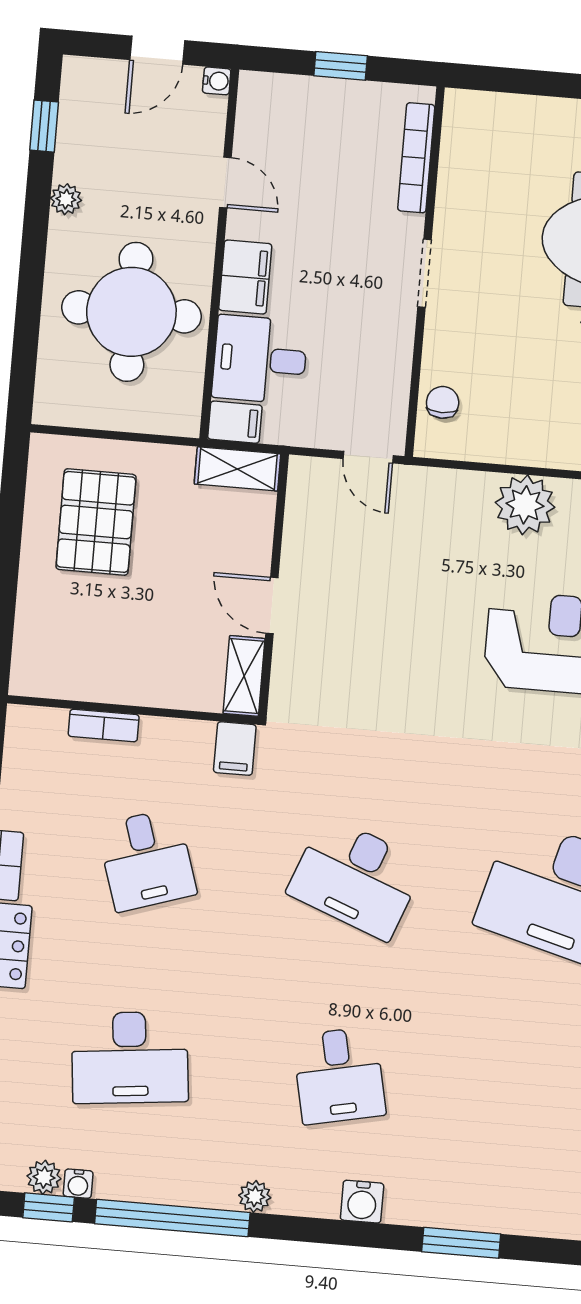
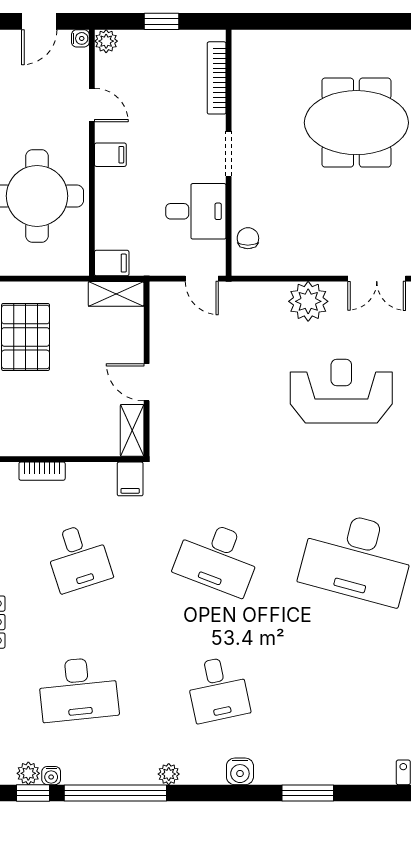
plant: (255, 88) -> (106, 41), added
filing cabinet: (245, 277) -> (110, 155), width x0.50
desk: (260, 359) -> (196, 211), moved, turned 180

